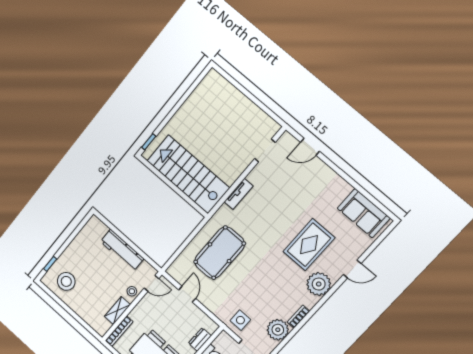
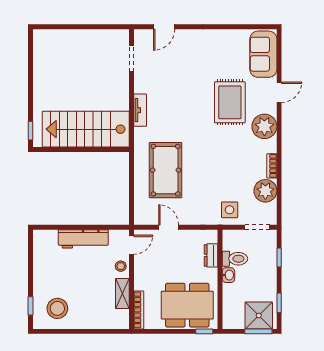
sofa: (364, 213) -> (263, 54), moved, turned 90

